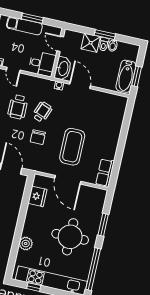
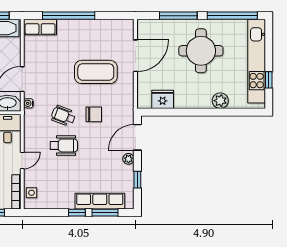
window: (123, 135) -> (69, 16), added
row of seats: (105, 173) -> (40, 27), moved
door: (68, 180) -> (135, 56), moved
window: (103, 225) -> (178, 16), width x1.44

